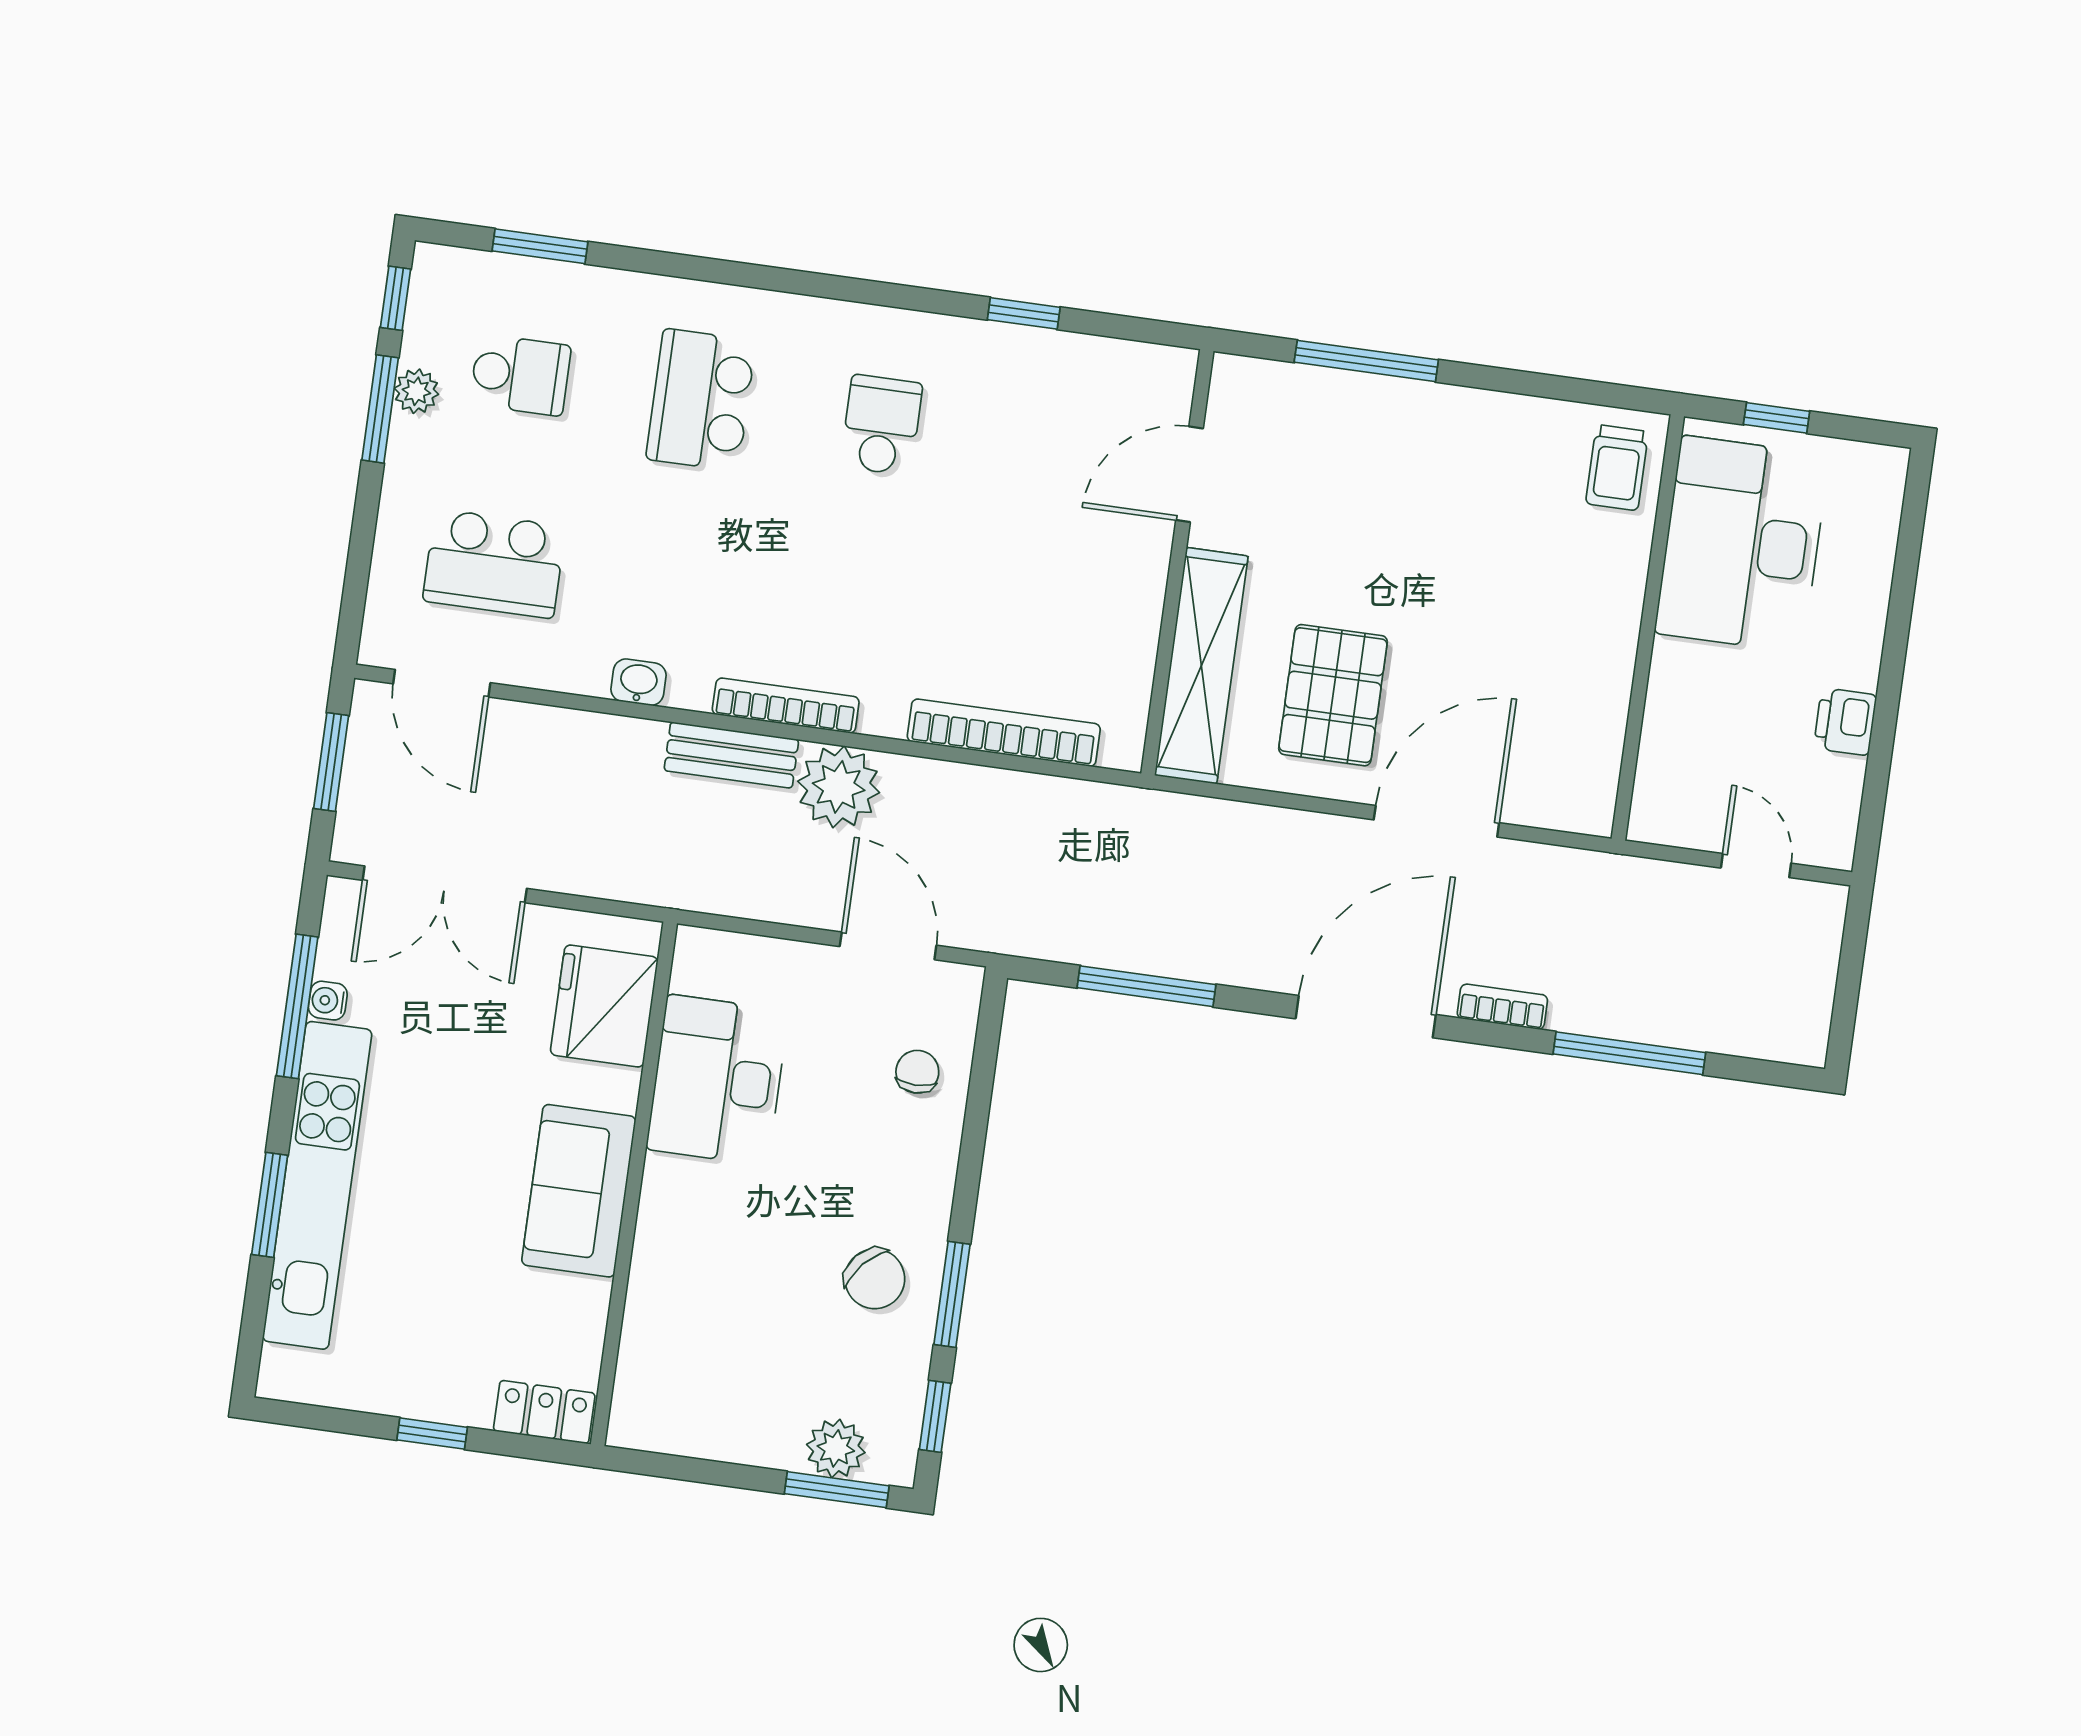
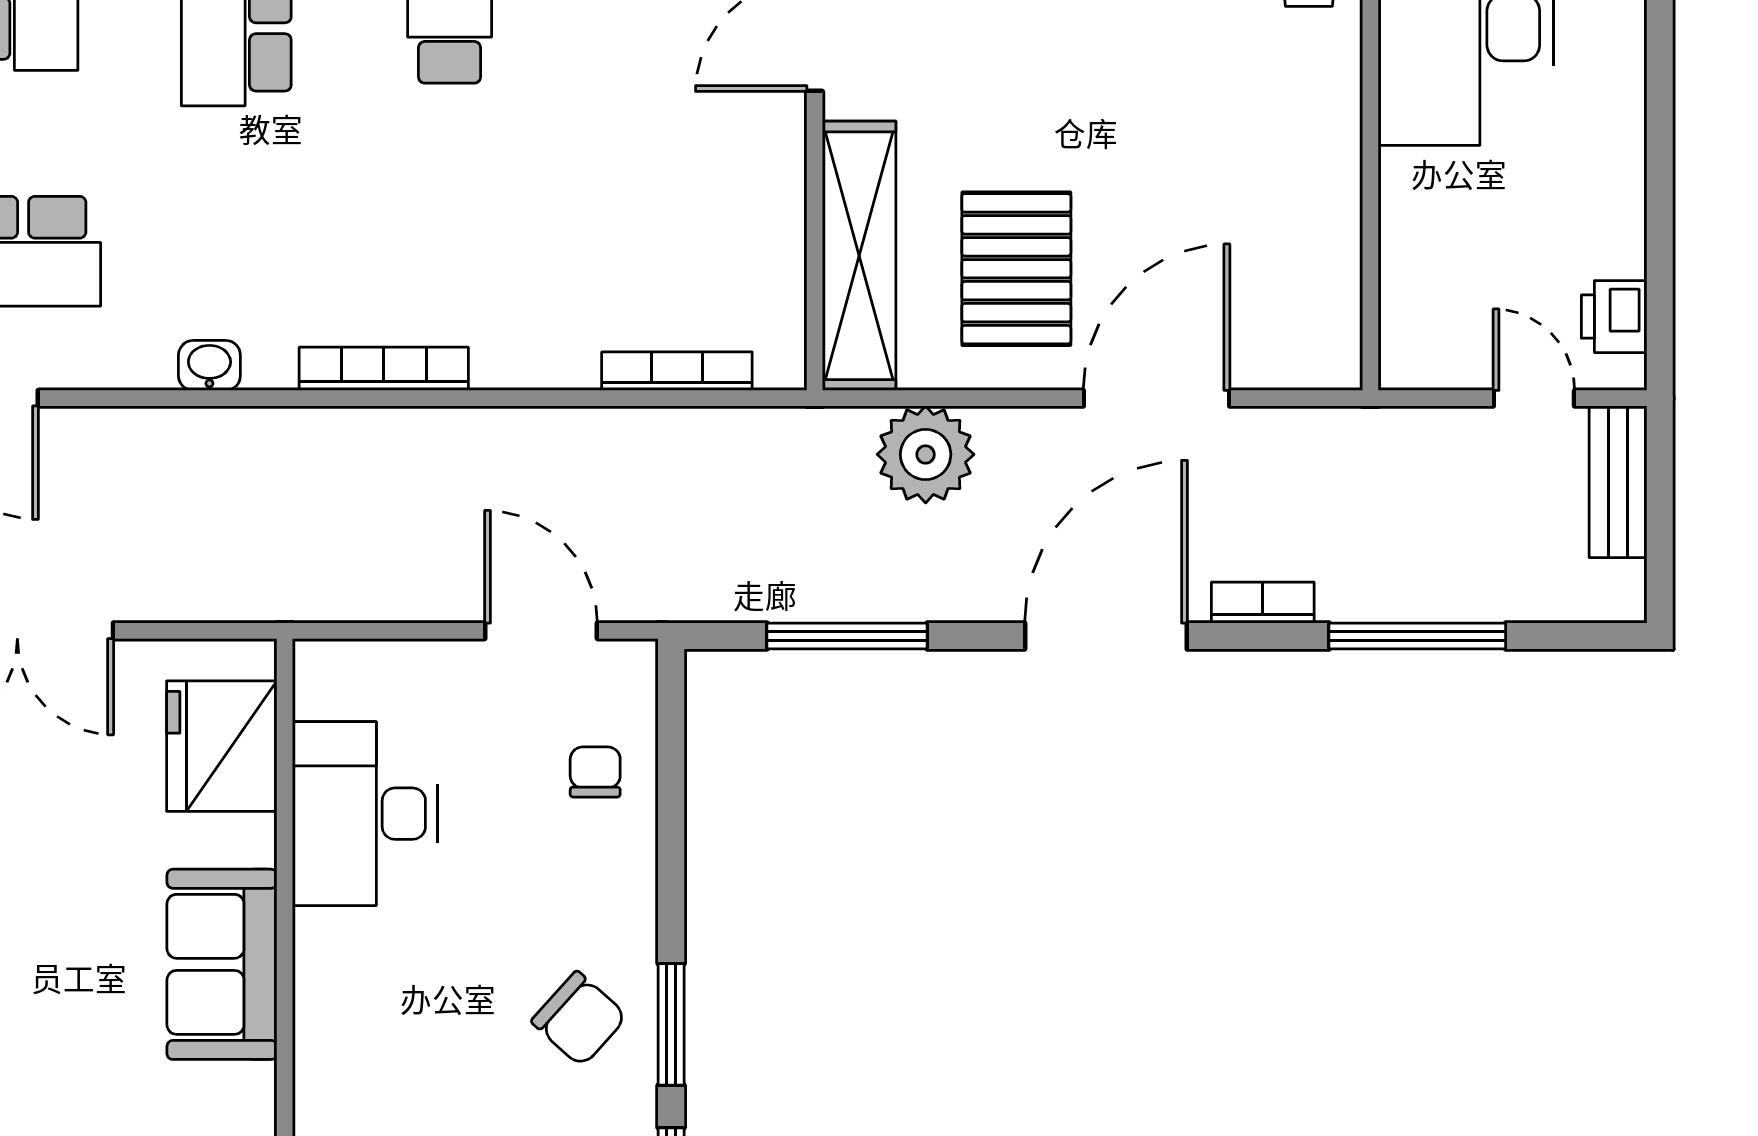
printer: (1845, 722) -> (1614, 317), moved
bookcase: (1004, 733) -> (677, 371), width x0.68, depth x0.76
bench: (731, 755) -> (1618, 482), moved, turned 90
plant: (839, 787) -> (926, 454), moved

